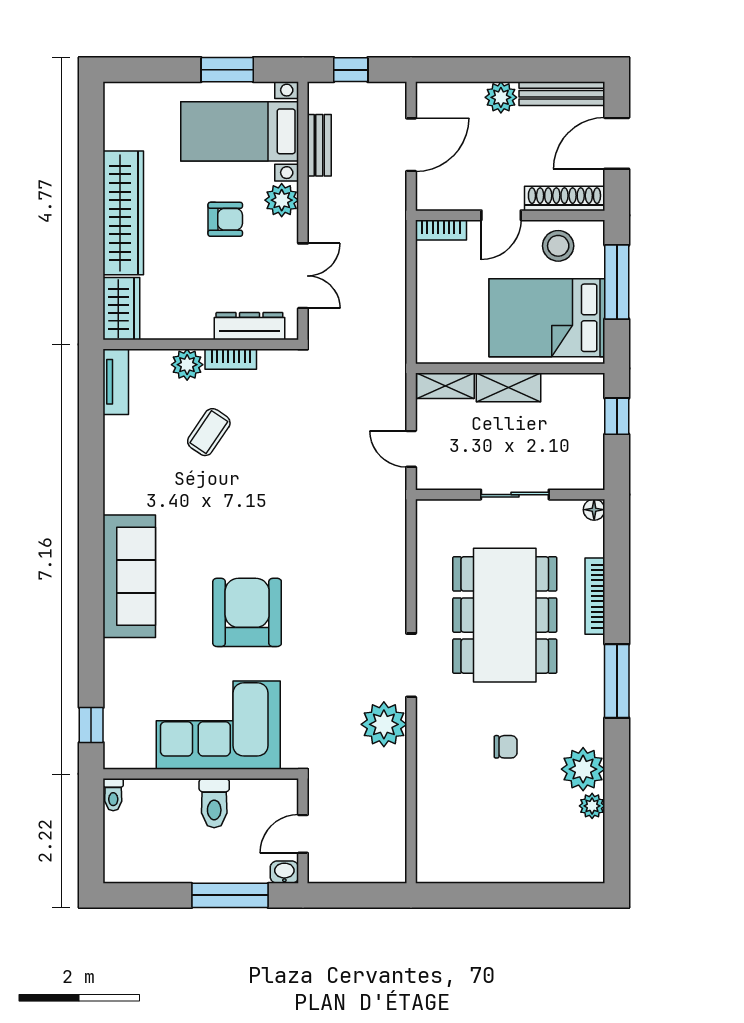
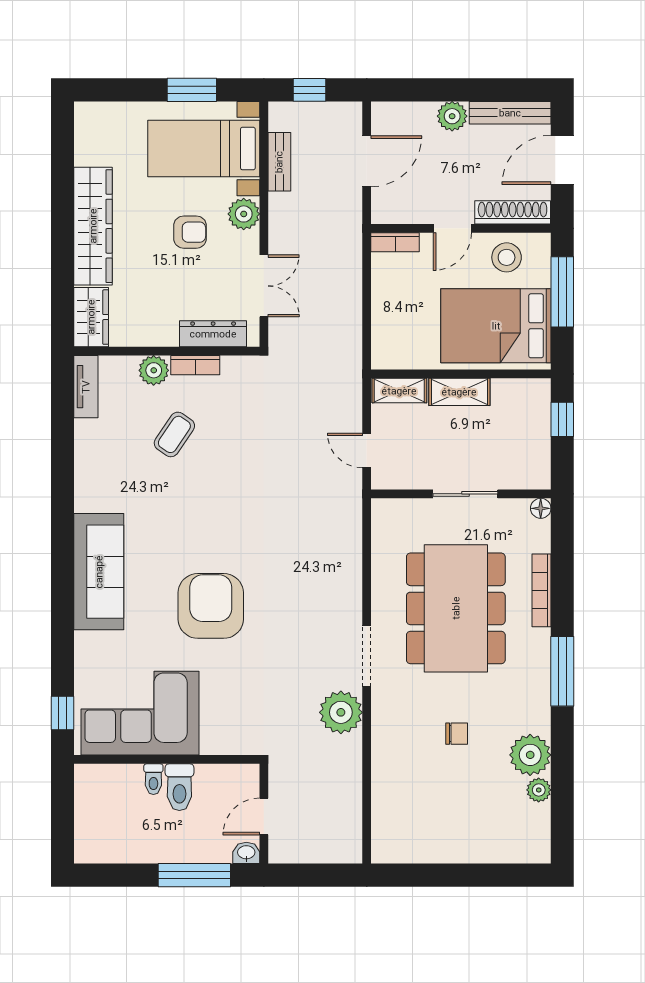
corner sofa: (218, 725) -> (140, 713), moved
toilet: (113, 795) -> (153, 779), moved

